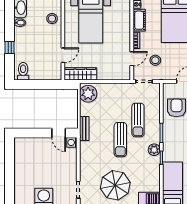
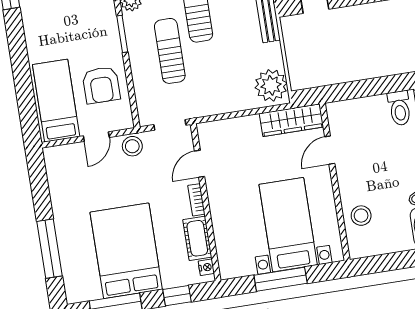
stool: (155, 60) -> (132, 146), moved

